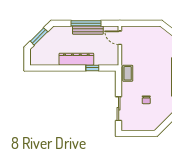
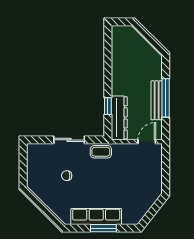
window: (39, 36) -> (148, 37), removed
dresser: (76, 59) -> (119, 118), moved
sliding door: (119, 109) -> (69, 140), moved

